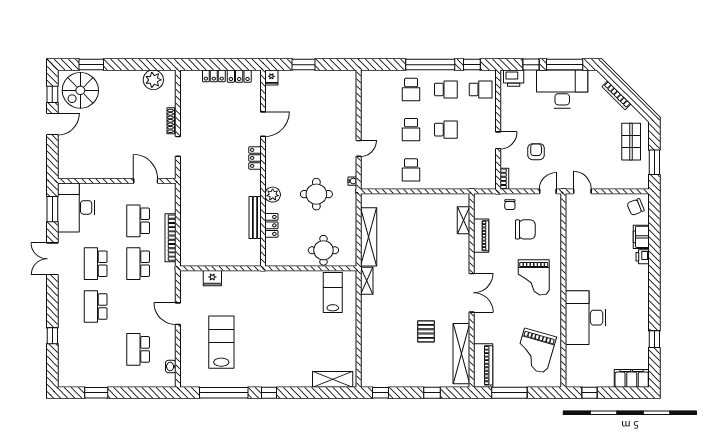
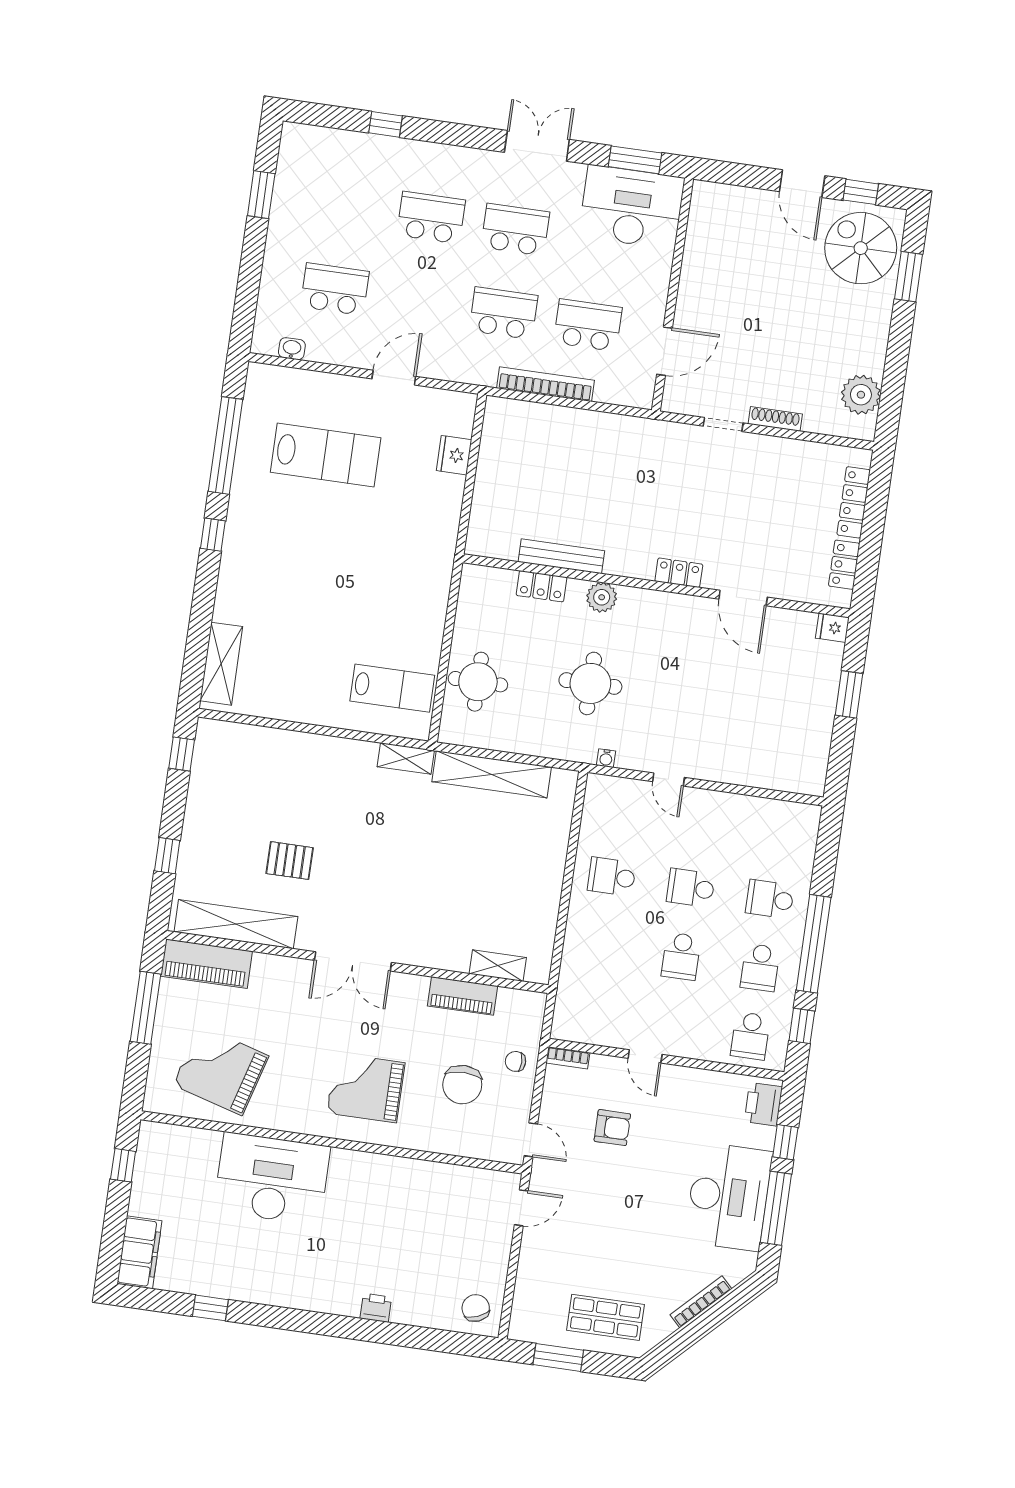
locker: (214, 76) -> (854, 502), width x1.53
filing cabinet: (641, 237) -> (415, 1311), removed

